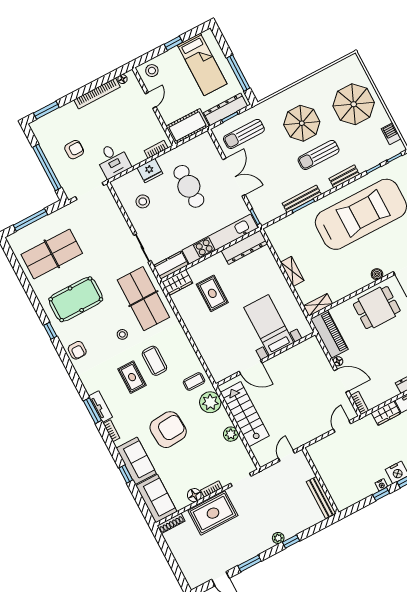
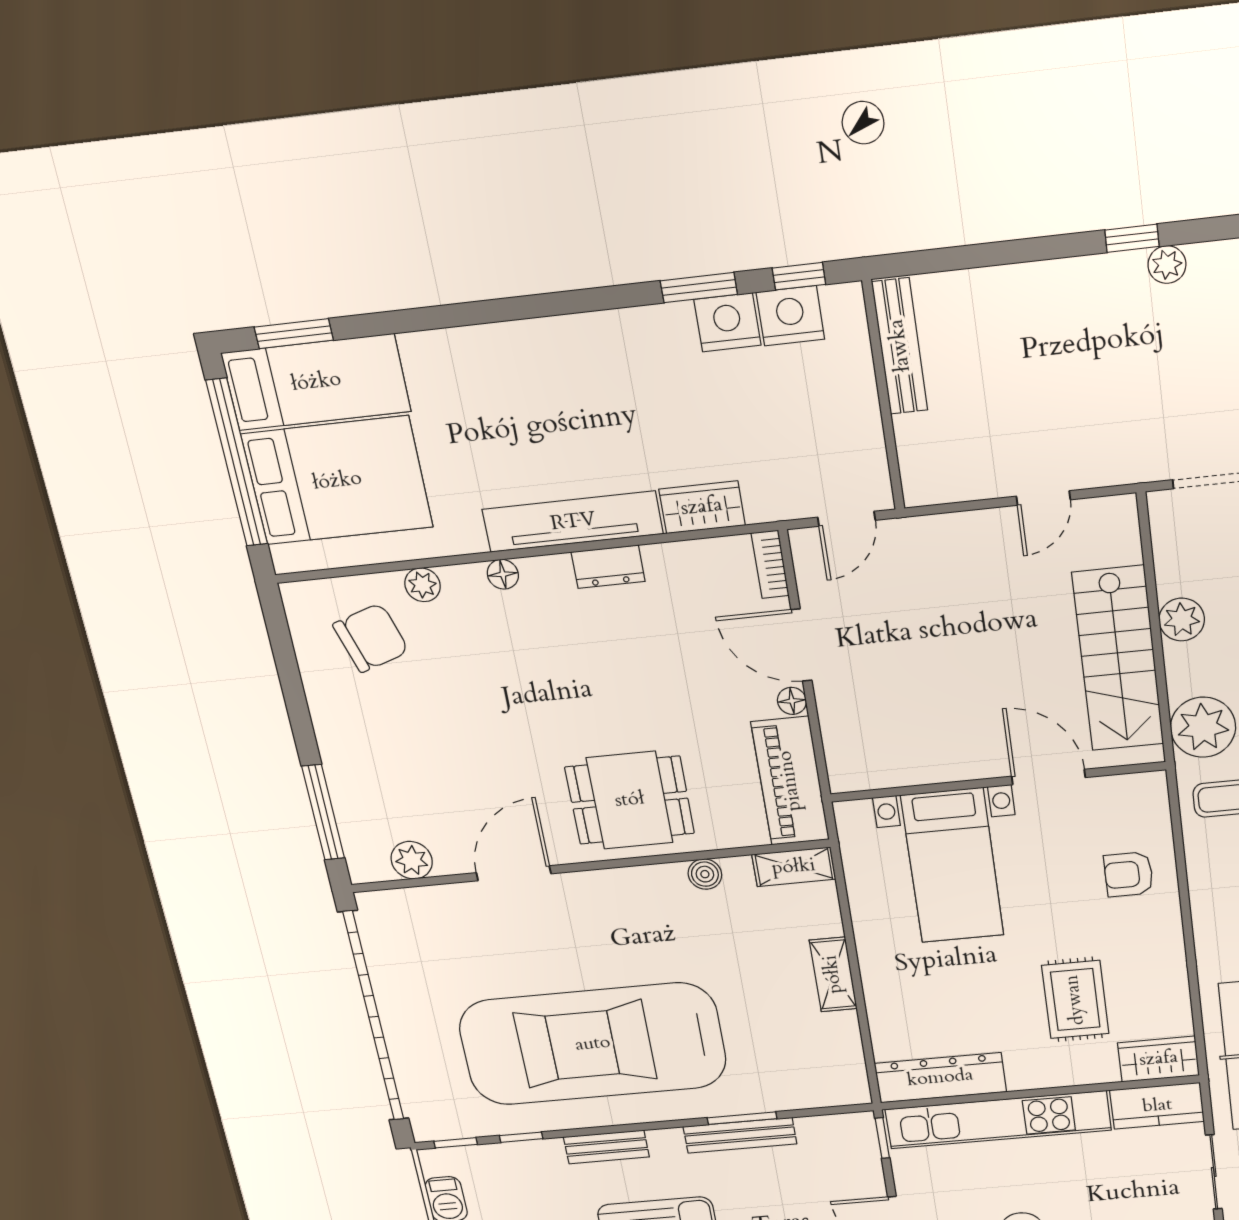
boiler: (377, 274) -> (705, 874), moved
armchair: (213, 344) -> (1129, 874), added
wall: (320, 481) -> (884, 396), moved
nightstand: (381, 485) -> (790, 316), width x1.89, depth x1.79
bench: (321, 497) -> (900, 346), moved

